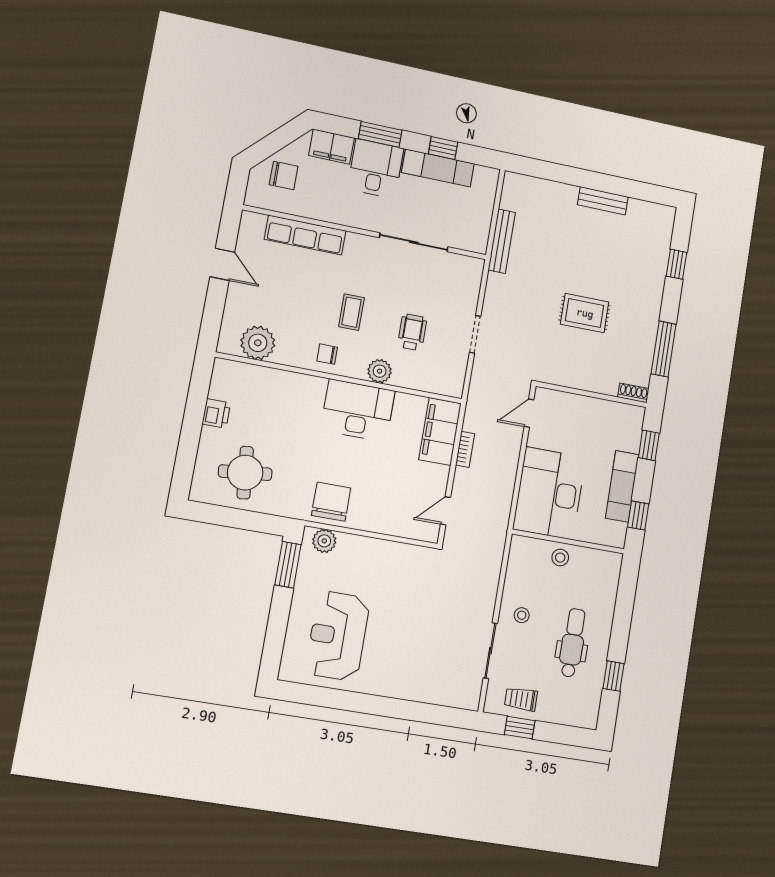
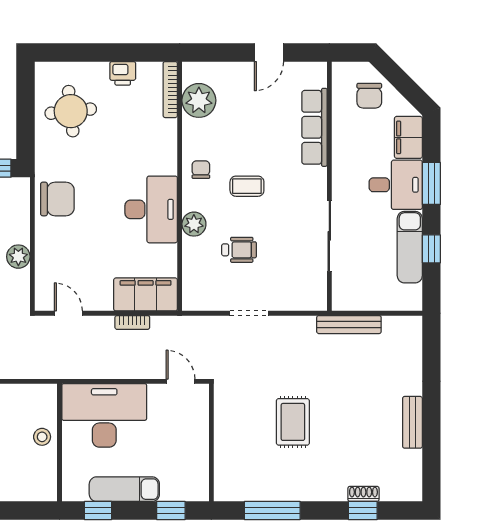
bookcase: (242, 369) -> (170, 90), added
shoe rack: (633, 393) -> (363, 494), moved, turned -90
plant: (324, 541) -> (18, 257), moved

